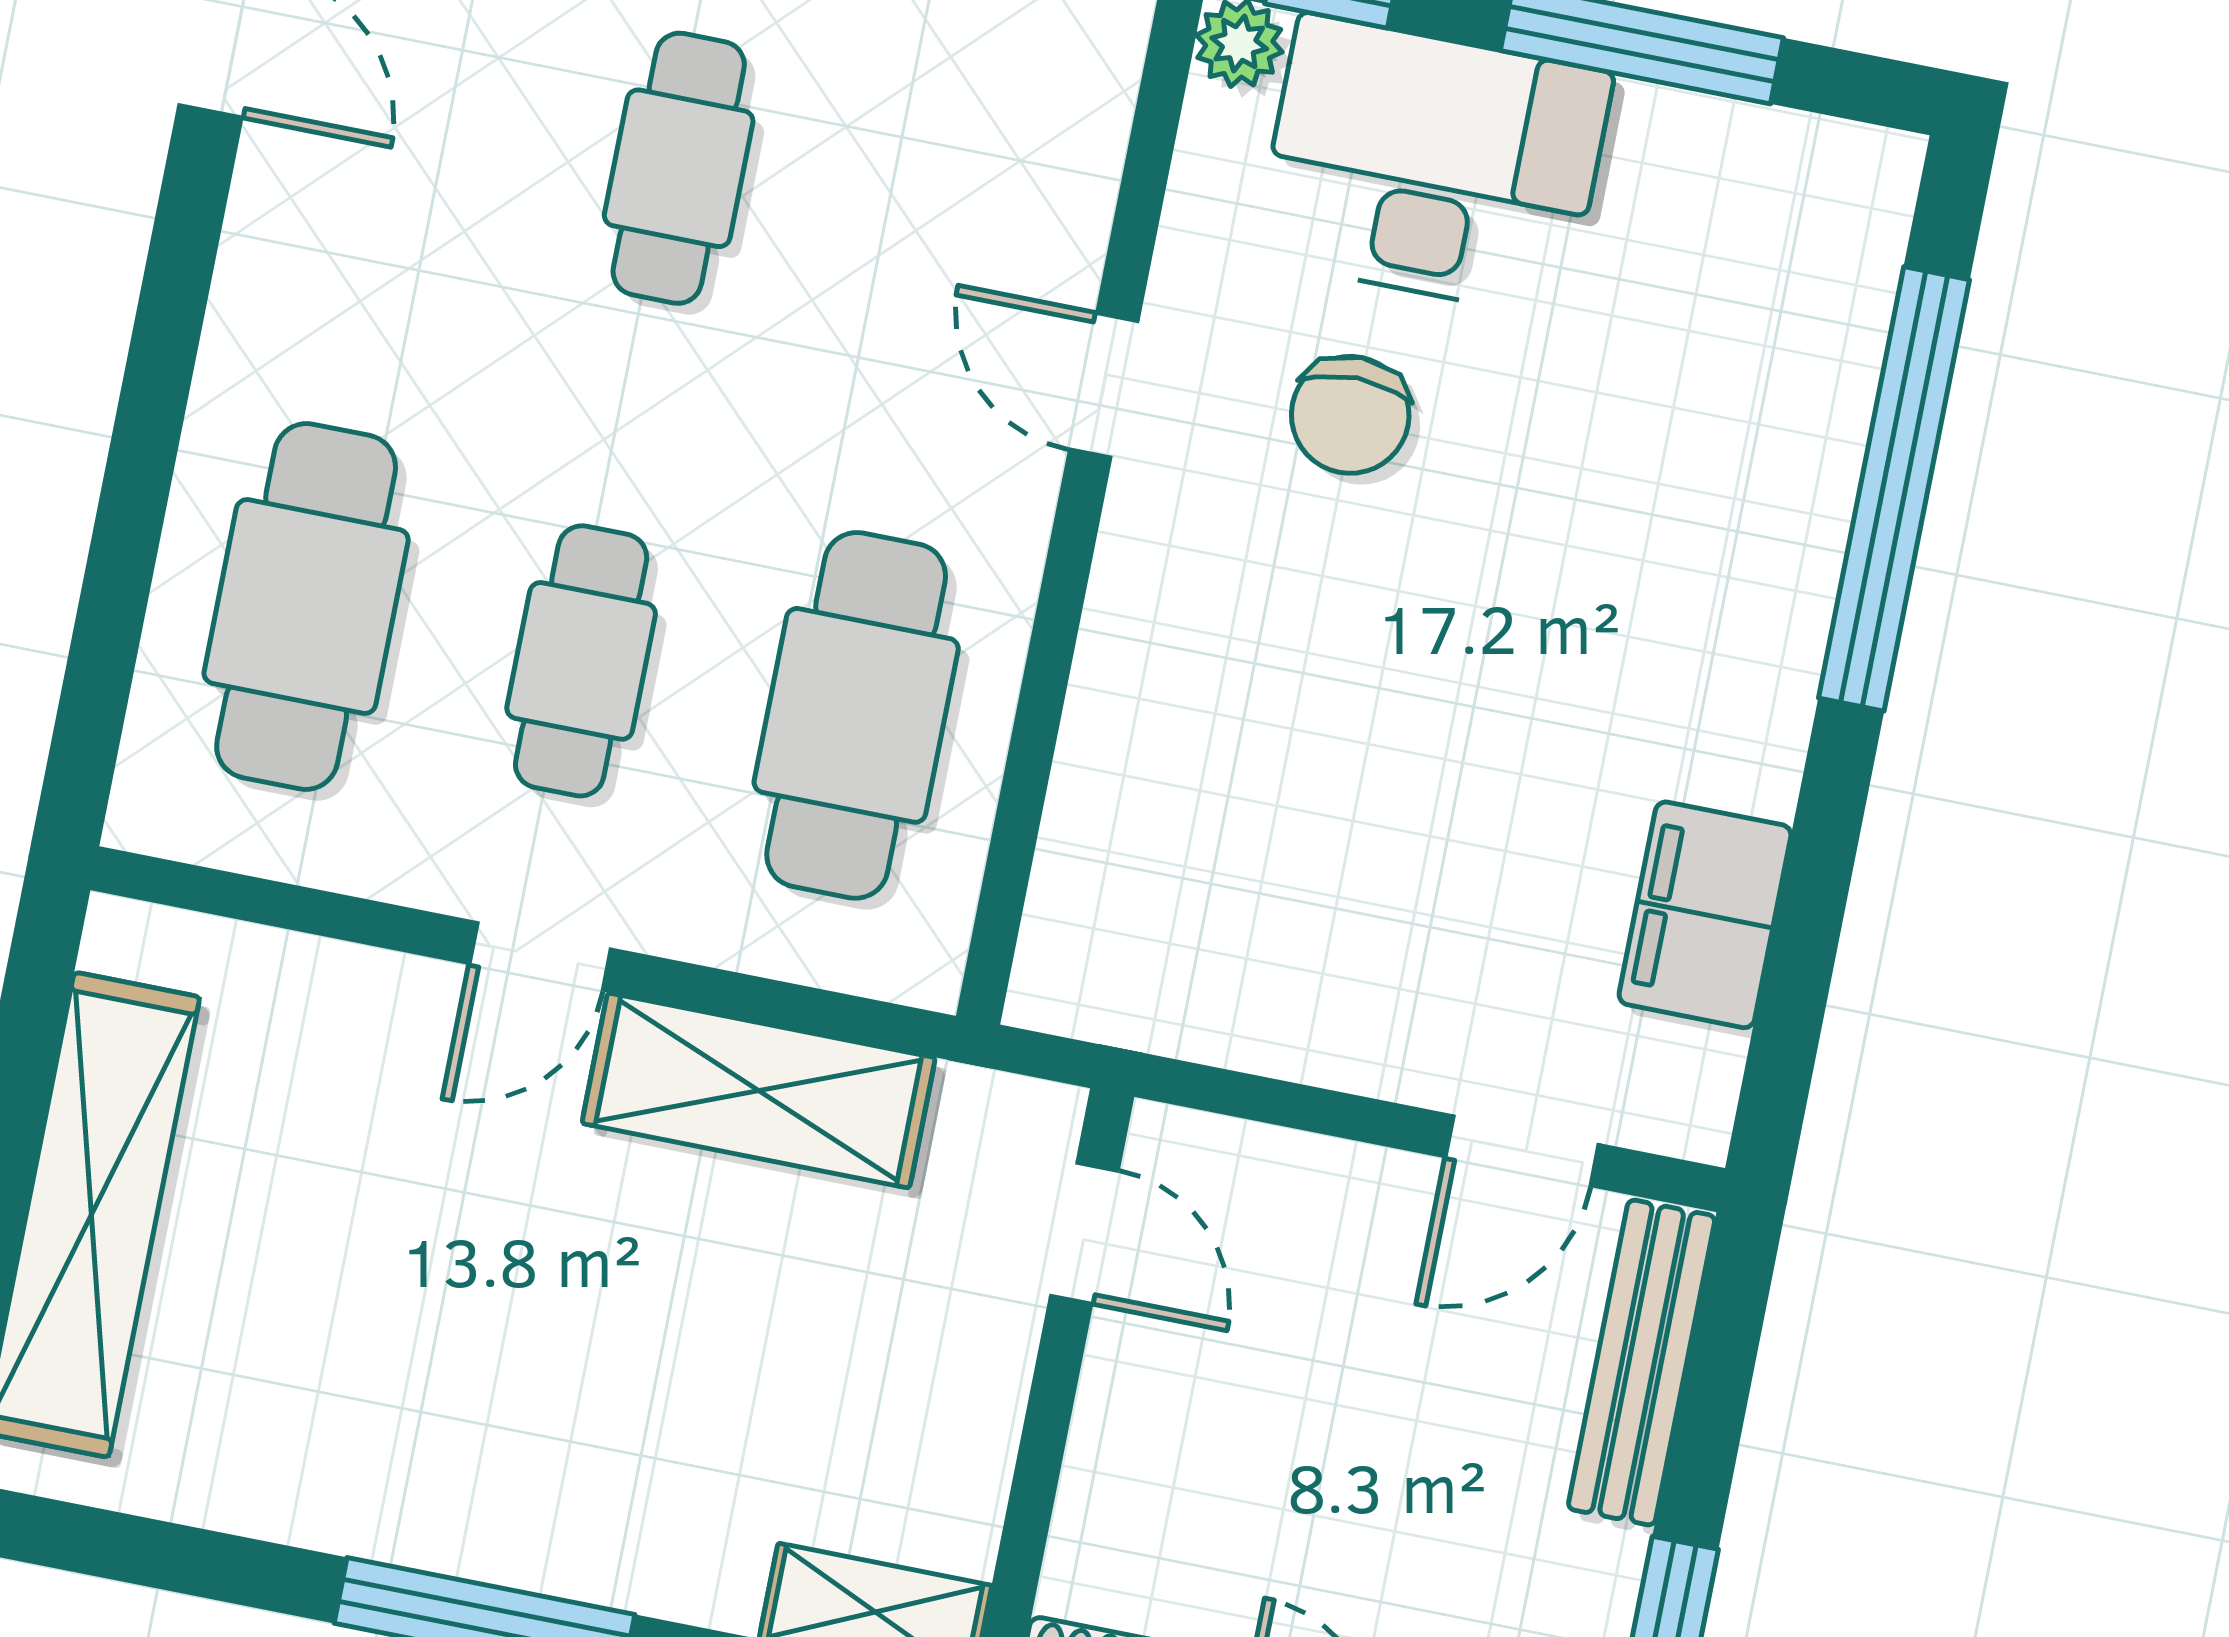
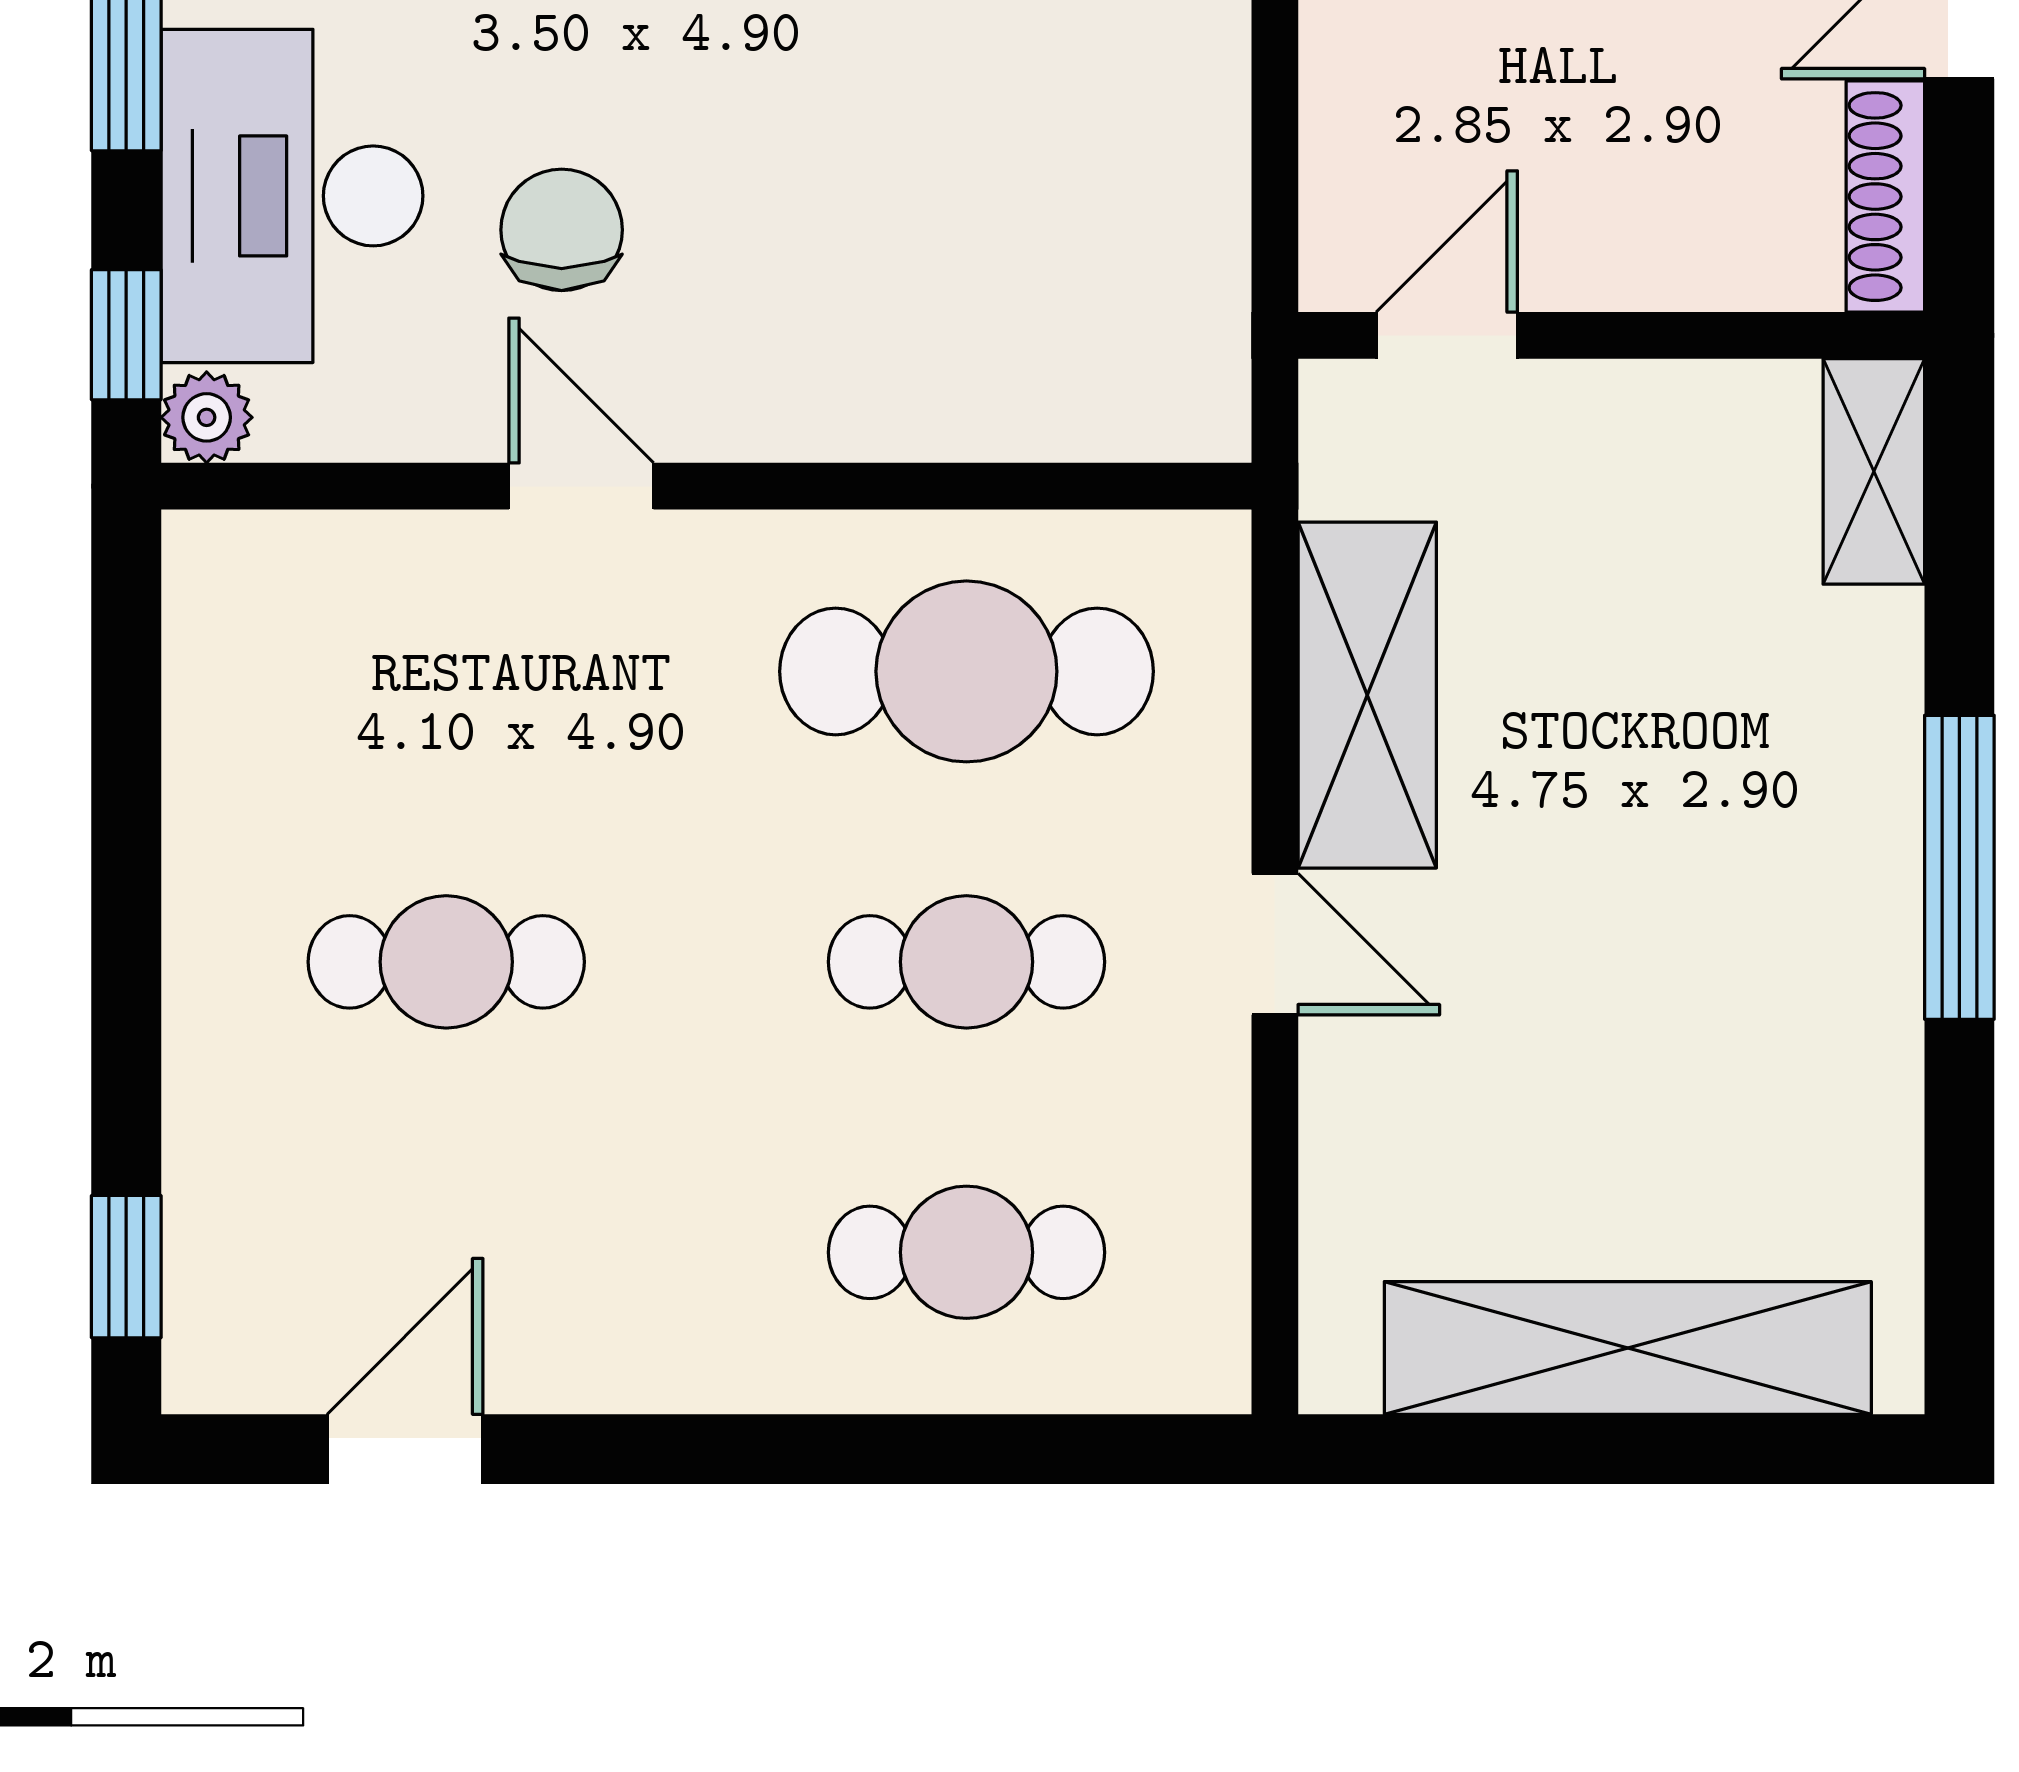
door: (1104, 385) -> (581, 486), swing flipped
chair: (1350, 415) -> (562, 230), turned -90
cafe table: (306, 606) -> (966, 1252), width x0.73, depth x0.74

